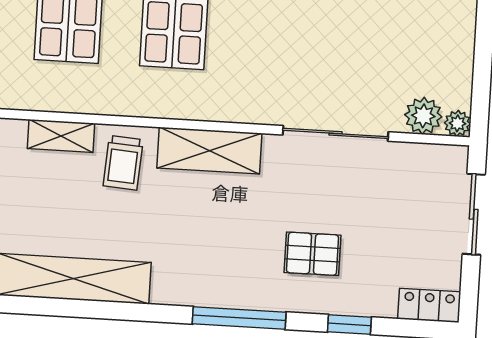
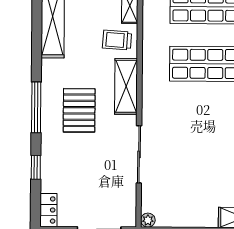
plant: (423, 116) -> (151, 201), removed
pallet: (313, 254) -> (79, 110), moved, width x1.50, depth x1.42

